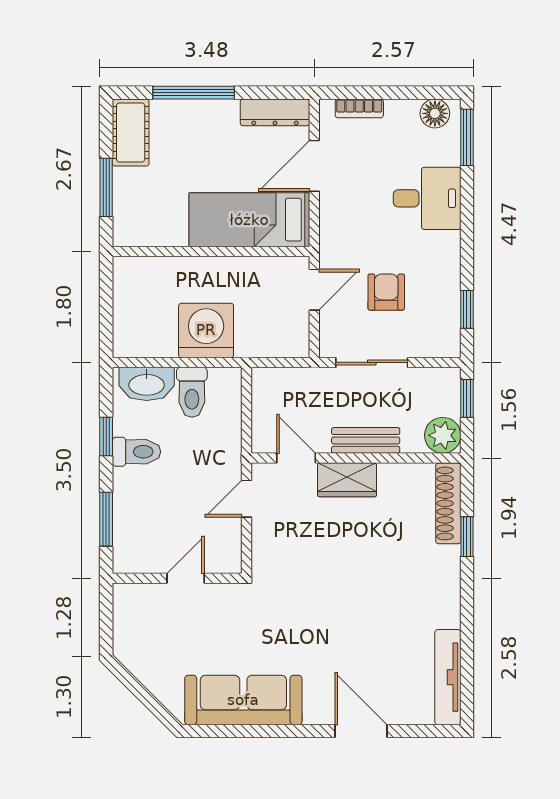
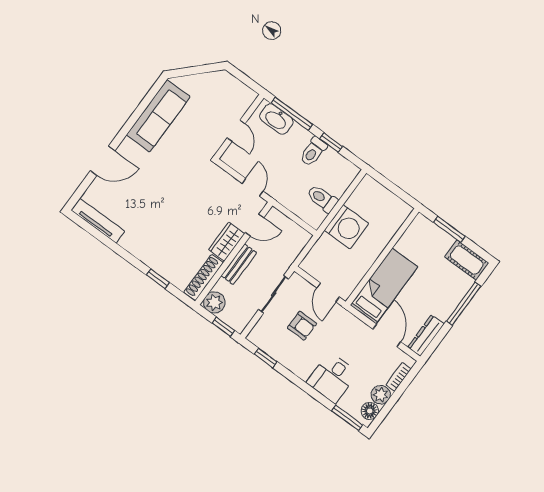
plant: (402, 115) -> (381, 395), added
washbasin: (147, 384) -> (276, 119), moved, turned -90
shoe rack: (448, 503) -> (204, 278), moved, turned -90
window: (106, 519) -> (292, 114), width x1.44

